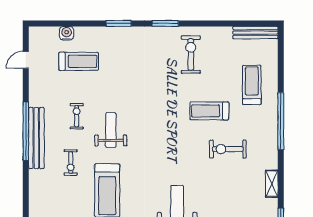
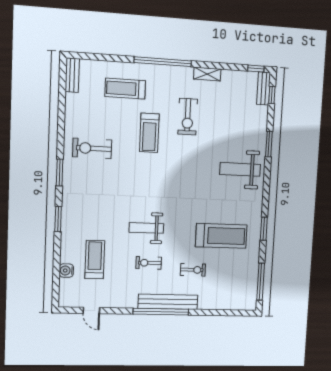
bench: (255, 33) -> (72, 75), width x0.73
weight bench: (111, 130) -> (146, 228), moved
shelving: (272, 184) -> (207, 74), moved

